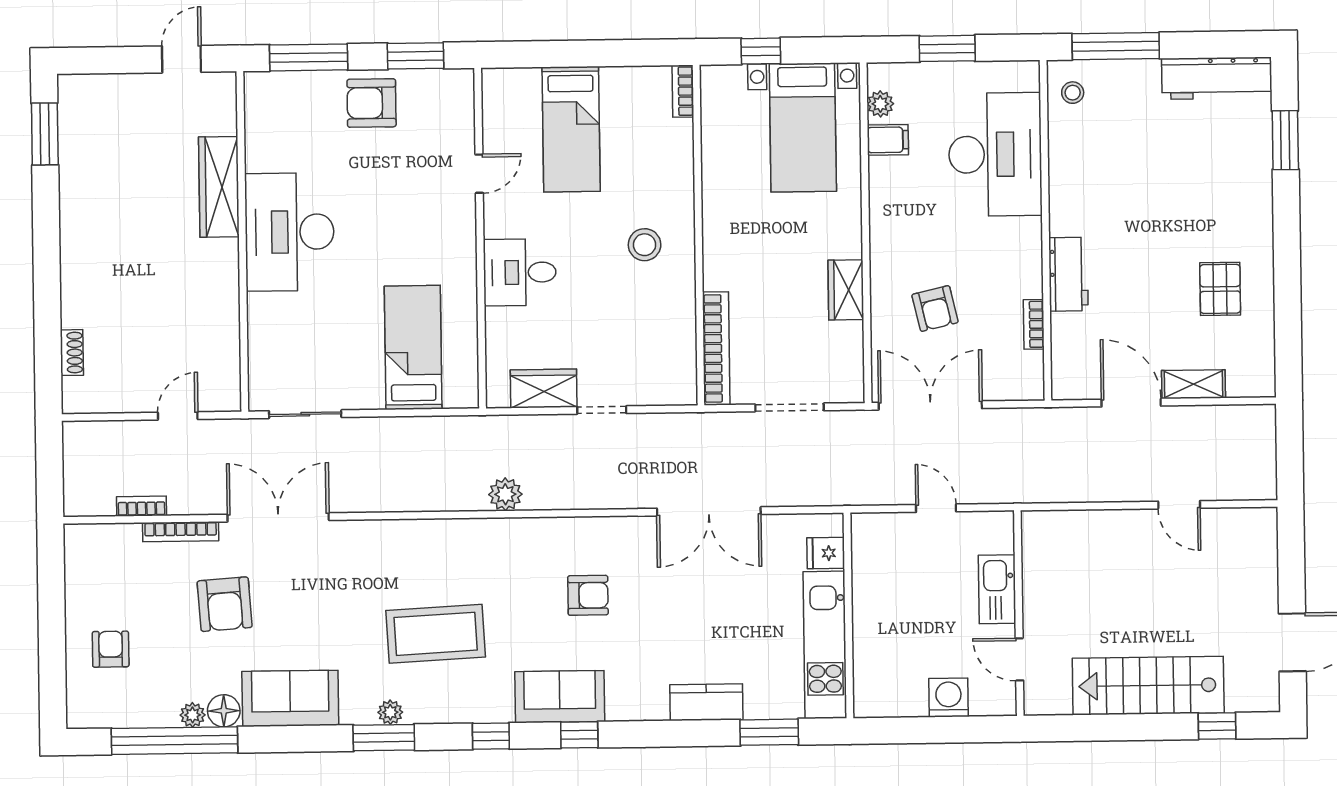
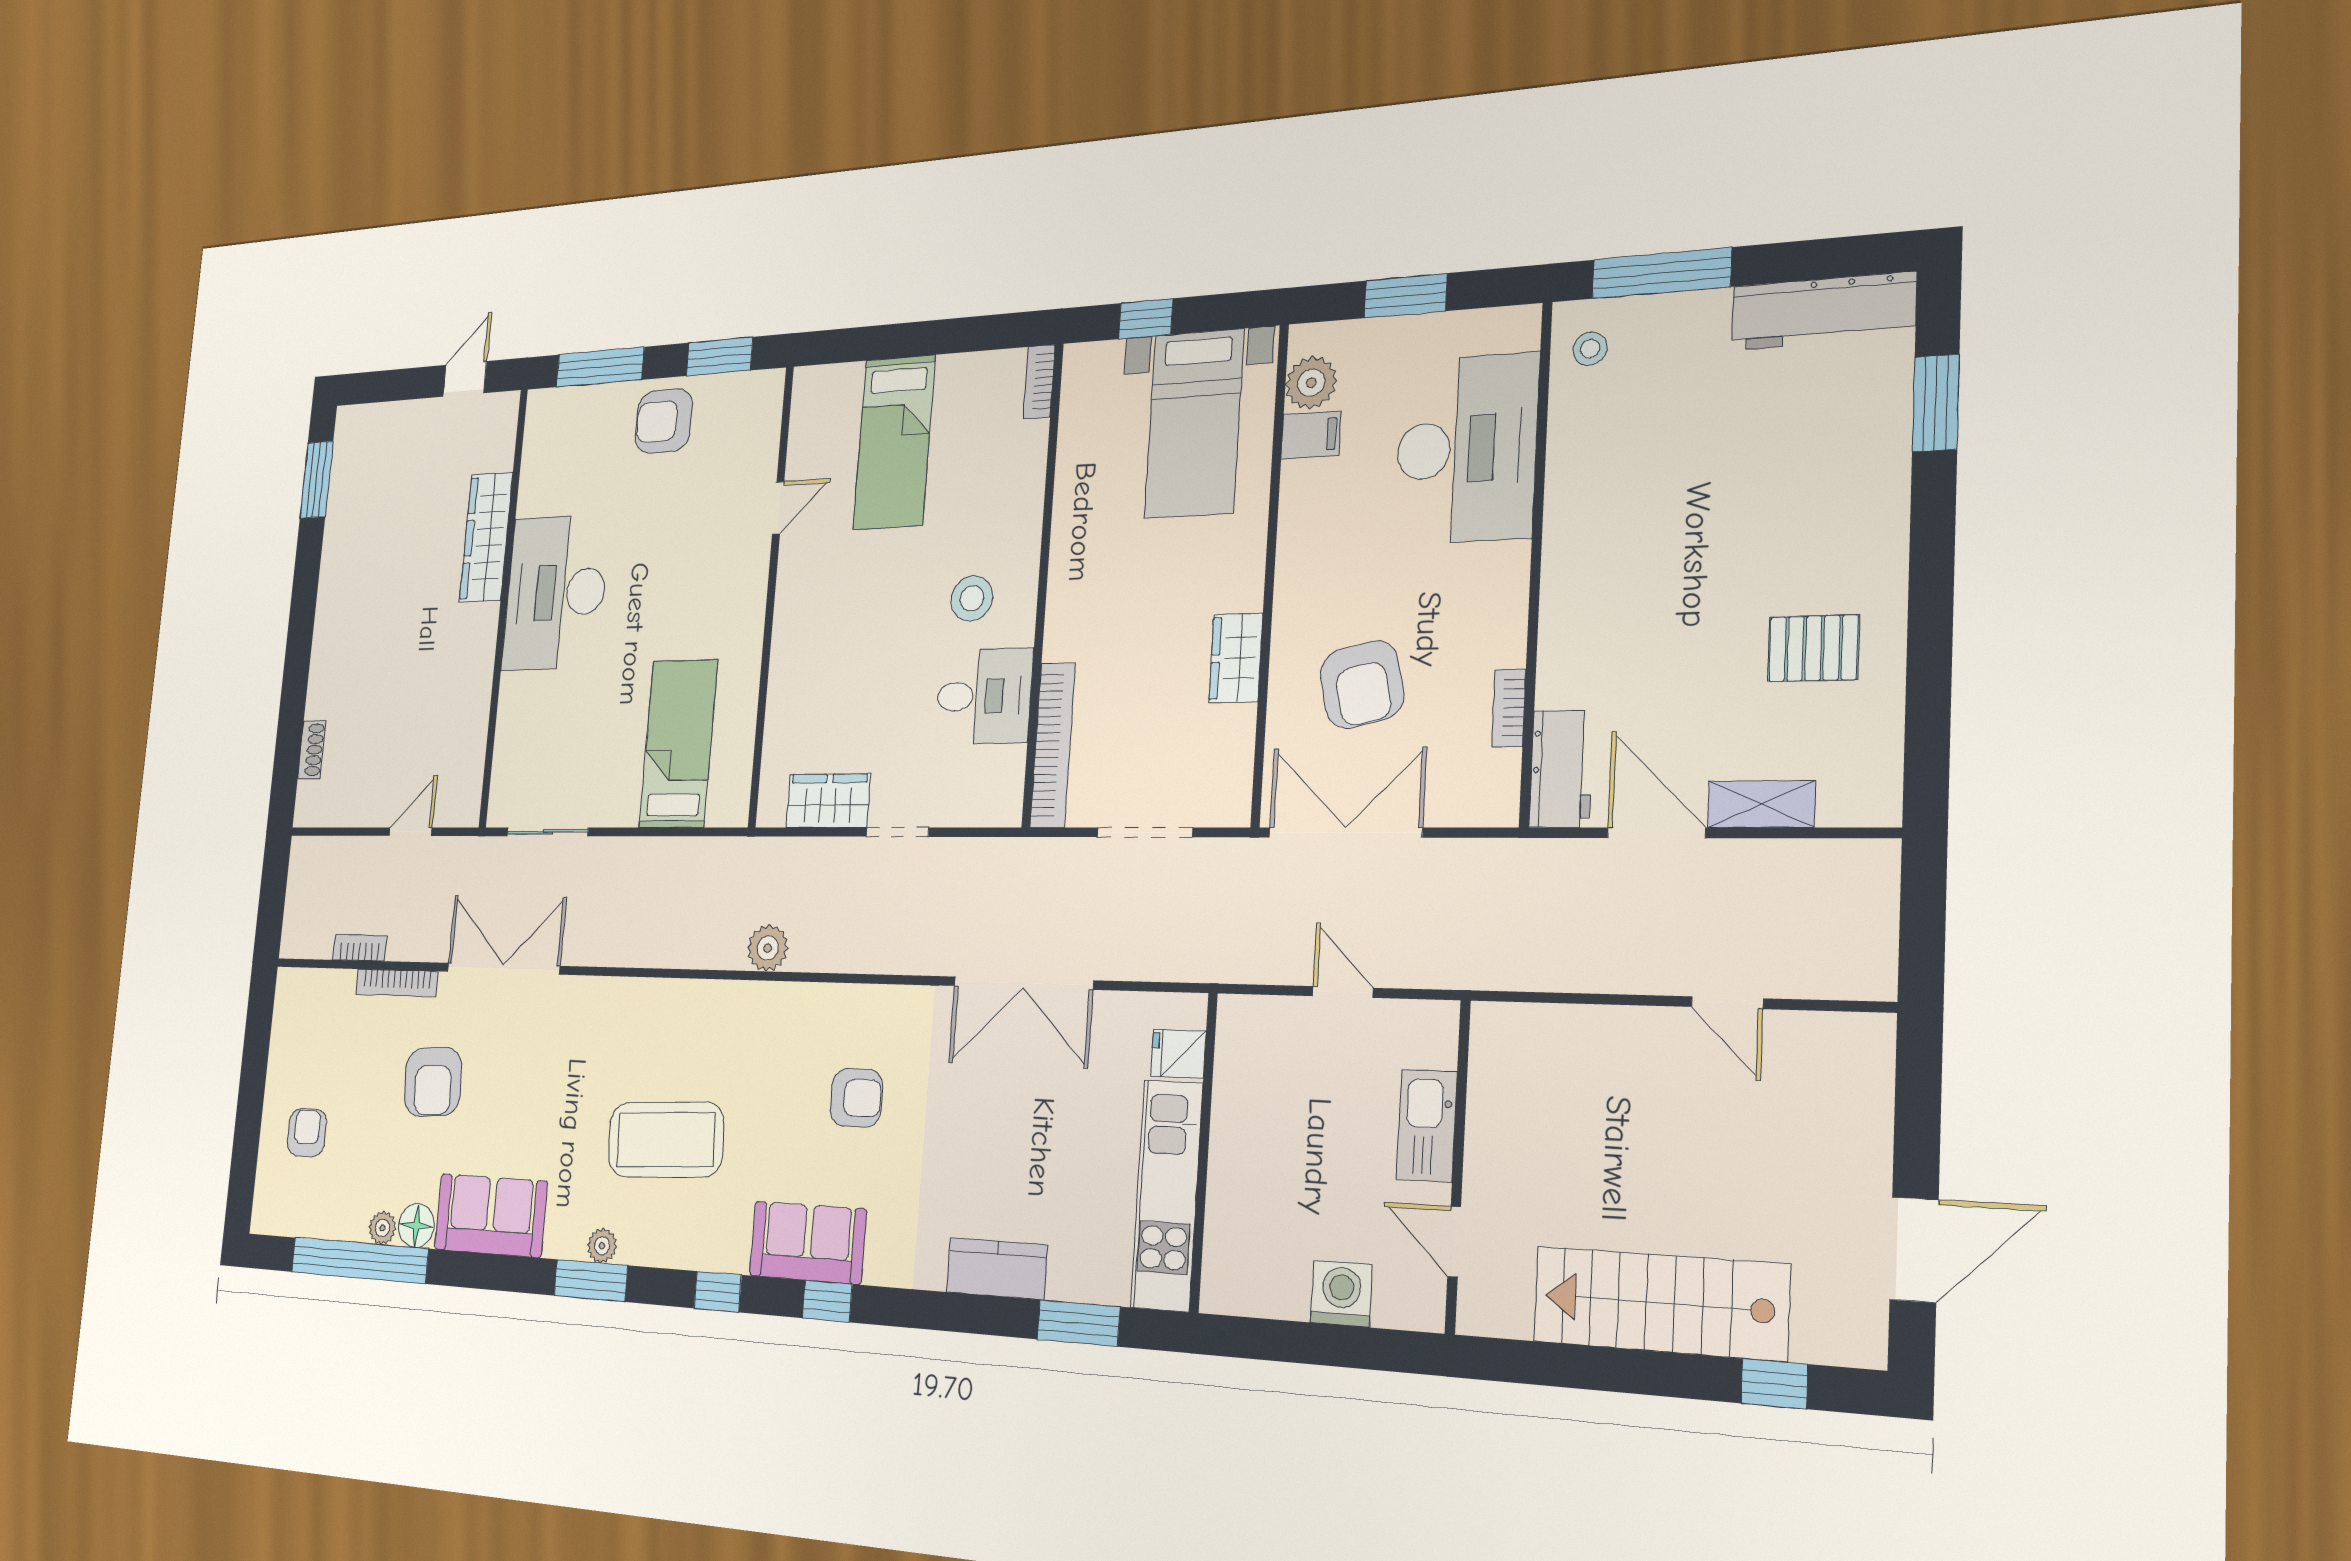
plant: (880, 104) -> (1311, 383), width x1.38, depth x1.38
desk: (520, 272) -> (984, 696), moved, turned 180
workbench: (1068, 274) -> (1561, 769), moved
pallet: (1220, 289) -> (1813, 648), turned 90
armchair: (935, 309) -> (1362, 685), width x1.38, depth x1.38

